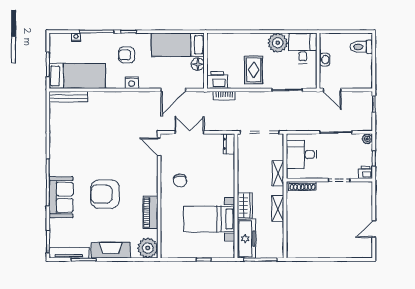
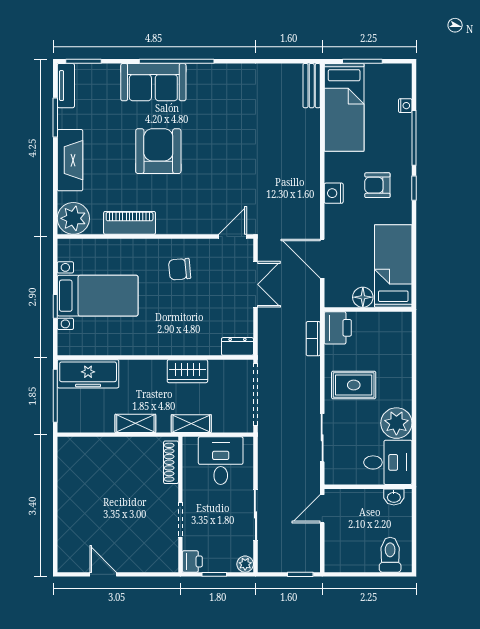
armchair: (127, 55) -> (377, 185), turned -90
washbasin: (325, 60) -> (394, 497), moved
bench: (68, 97) -> (312, 86), width x0.73
wardrobe: (245, 205) -> (187, 371), moved
bed with nightstands: (209, 219) -> (98, 296), moved, turned 90
tv unit: (69, 253) -> (66, 86), width x0.71

